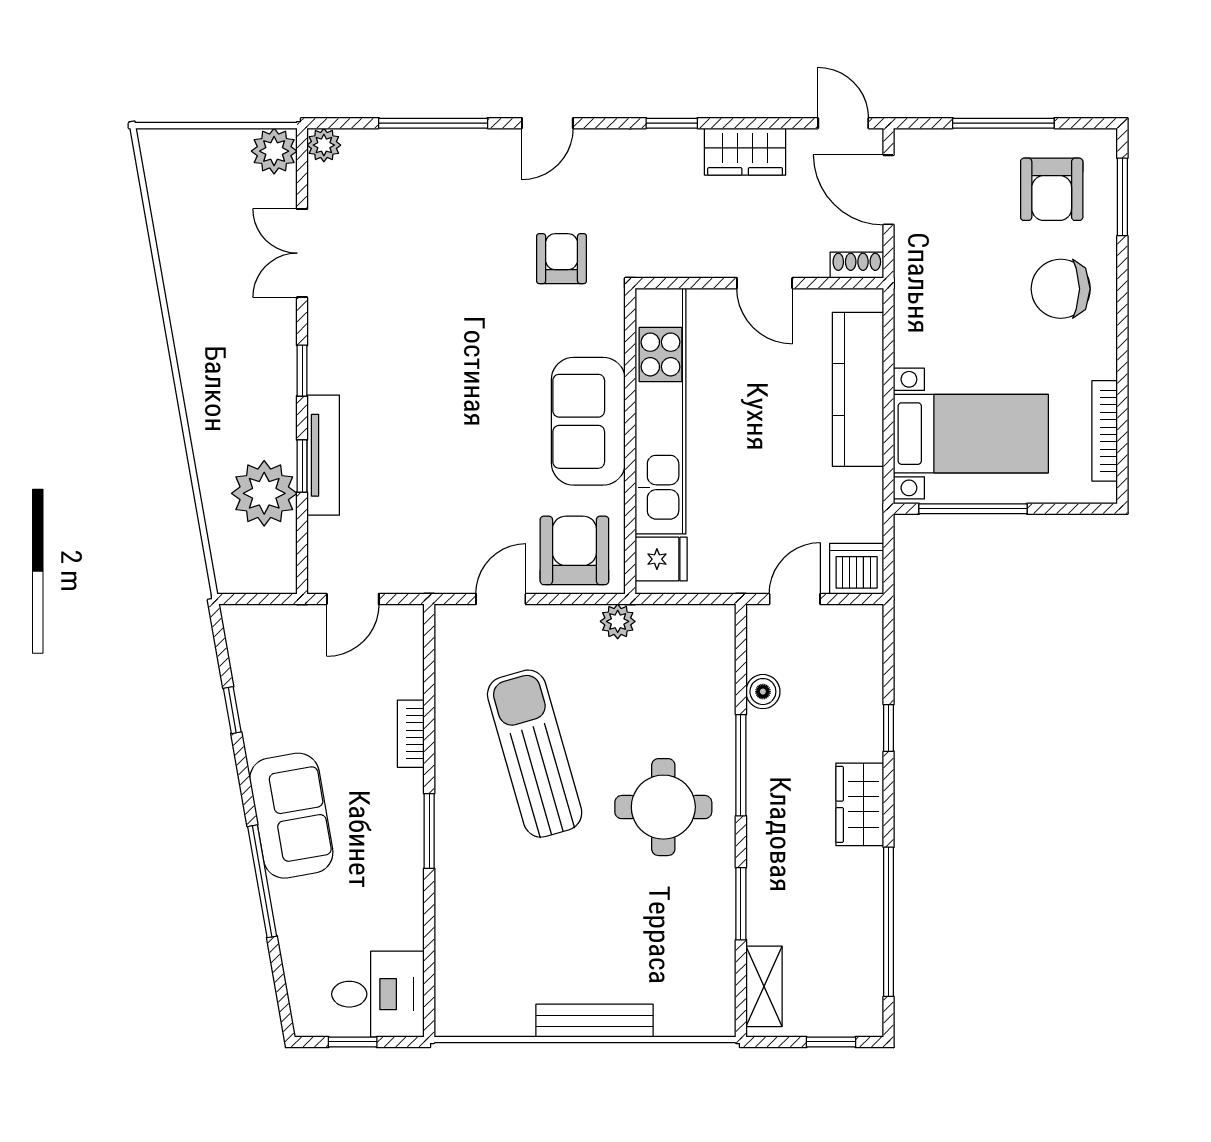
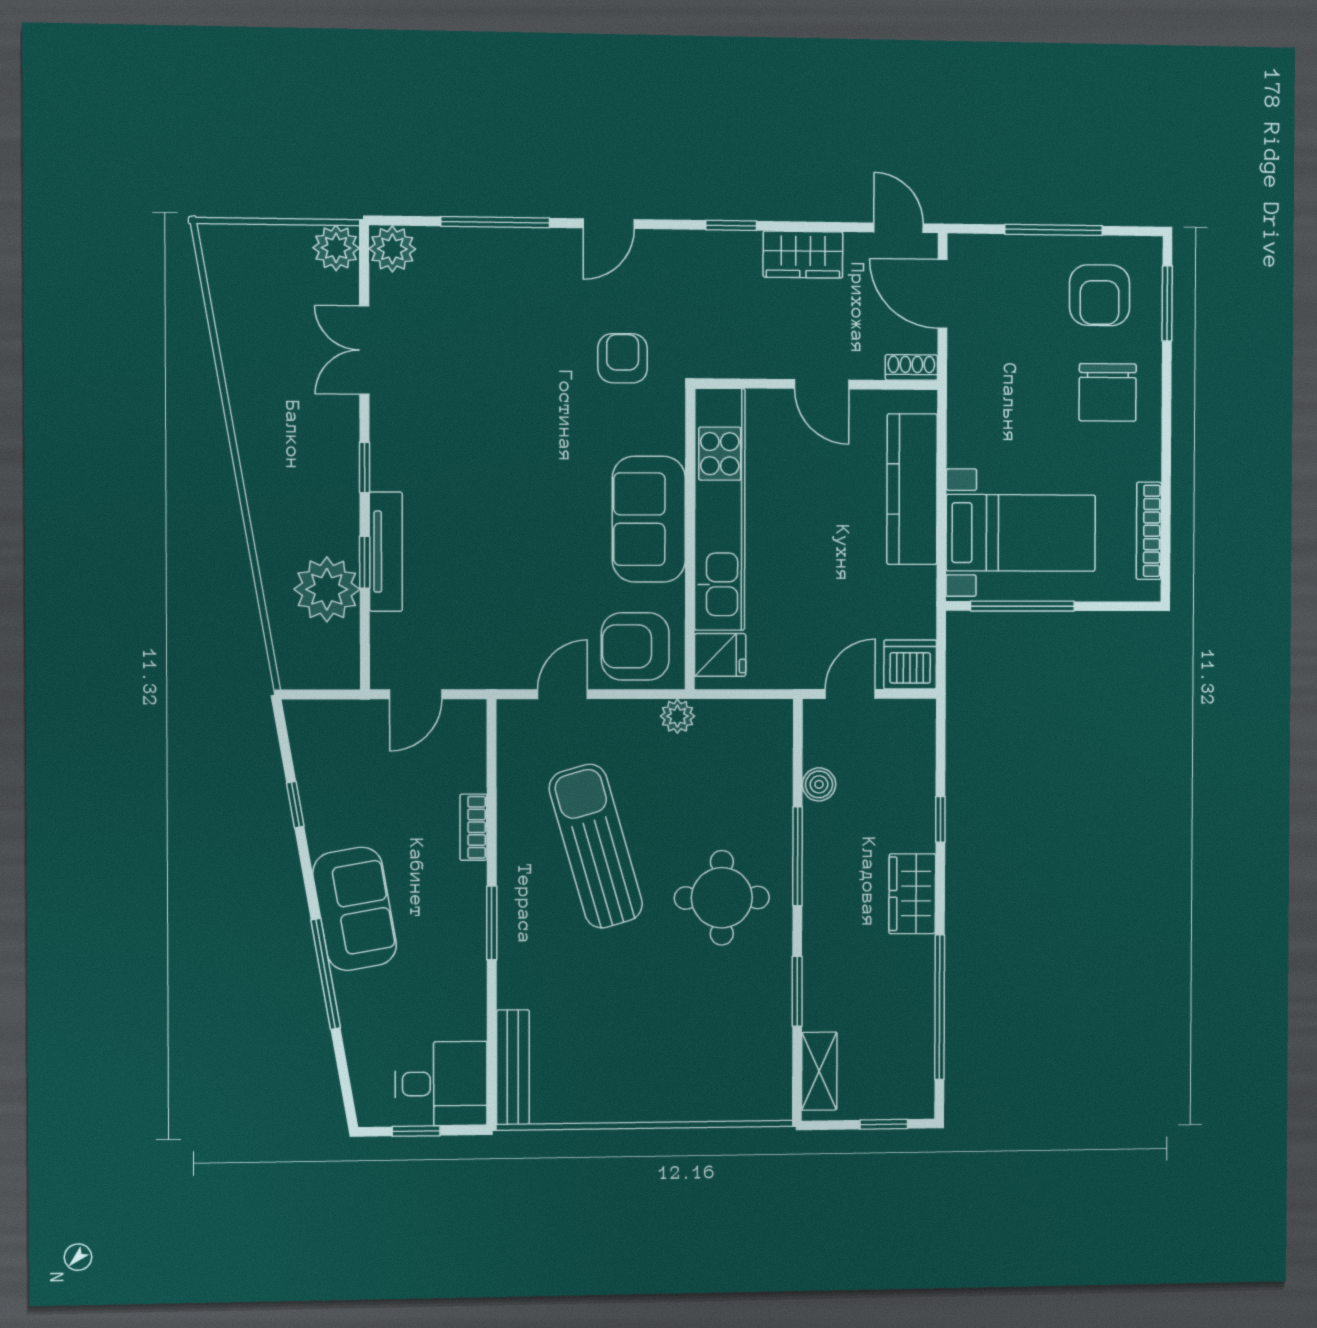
plant: (324, 145) -> (392, 249), width x1.38, depth x1.38
chair: (1061, 289) -> (1108, 392), turned -90
armchair: (574, 550) -> (635, 646), turned -90
bench: (595, 1021) -> (513, 1067), moved, turned 90

